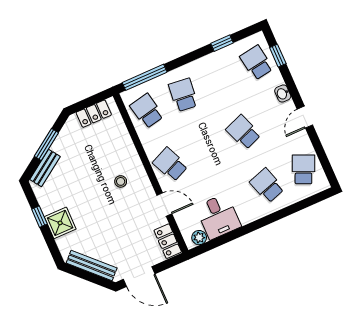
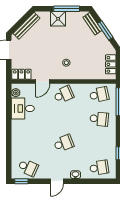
window: (278, 56) -> (21, 181), moved
door: (305, 117) -> (57, 181), swing flipped
school desk: (267, 186) -> (28, 143), removed
window: (39, 217) -> (67, 9), width x2.17

